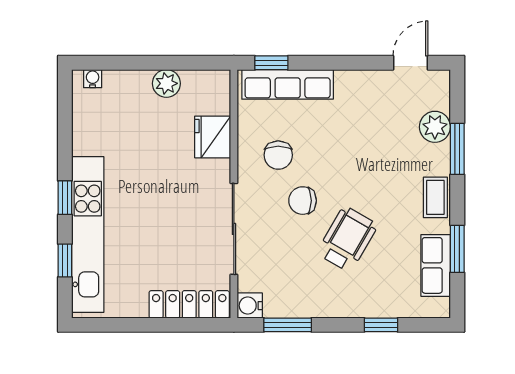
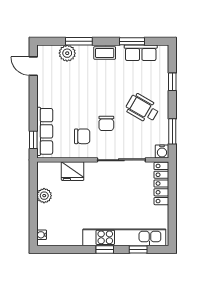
wheelchair: (347, 239) -> (142, 108), moved

